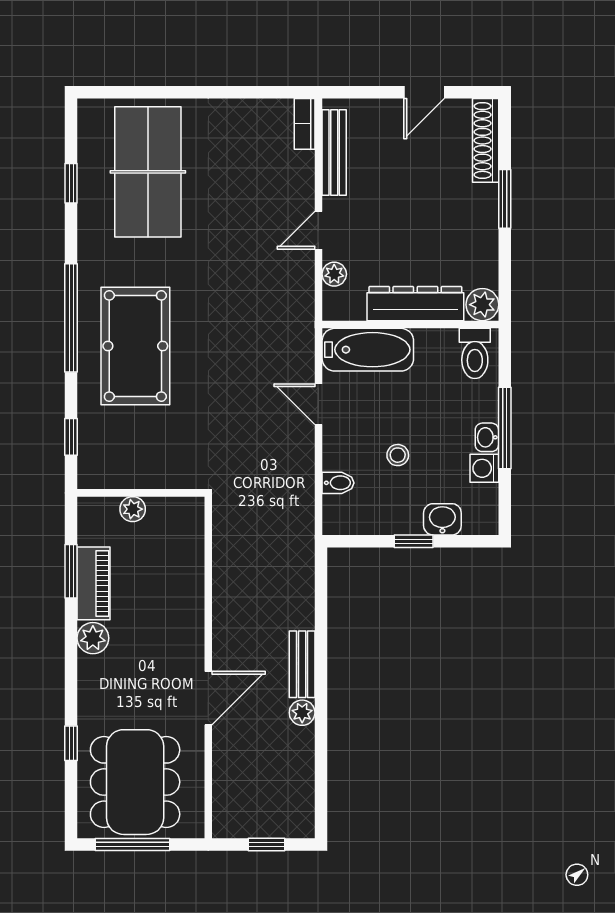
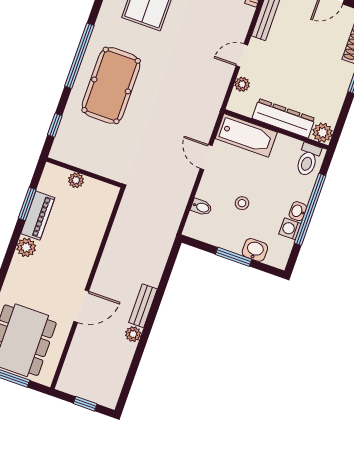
window: (505, 428) -> (310, 209), width x1.46
window: (414, 541) -> (234, 257), width x1.50

